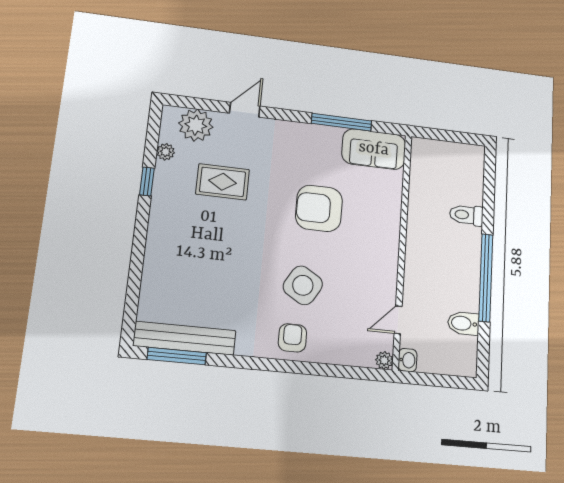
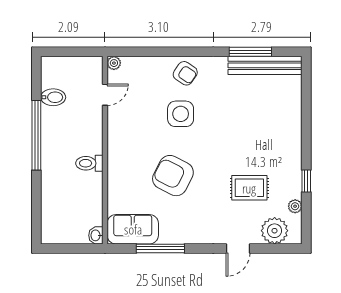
armchair: (319, 208) -> (173, 176), turned -153
toilet: (466, 215) -> (89, 163), moved, turned 180
side table: (303, 285) -> (181, 114), turned -31
armchair: (292, 338) -> (185, 73), turned -56
window: (177, 356) -> (250, 52), moved
washbasin: (408, 360) -> (96, 235), moved

